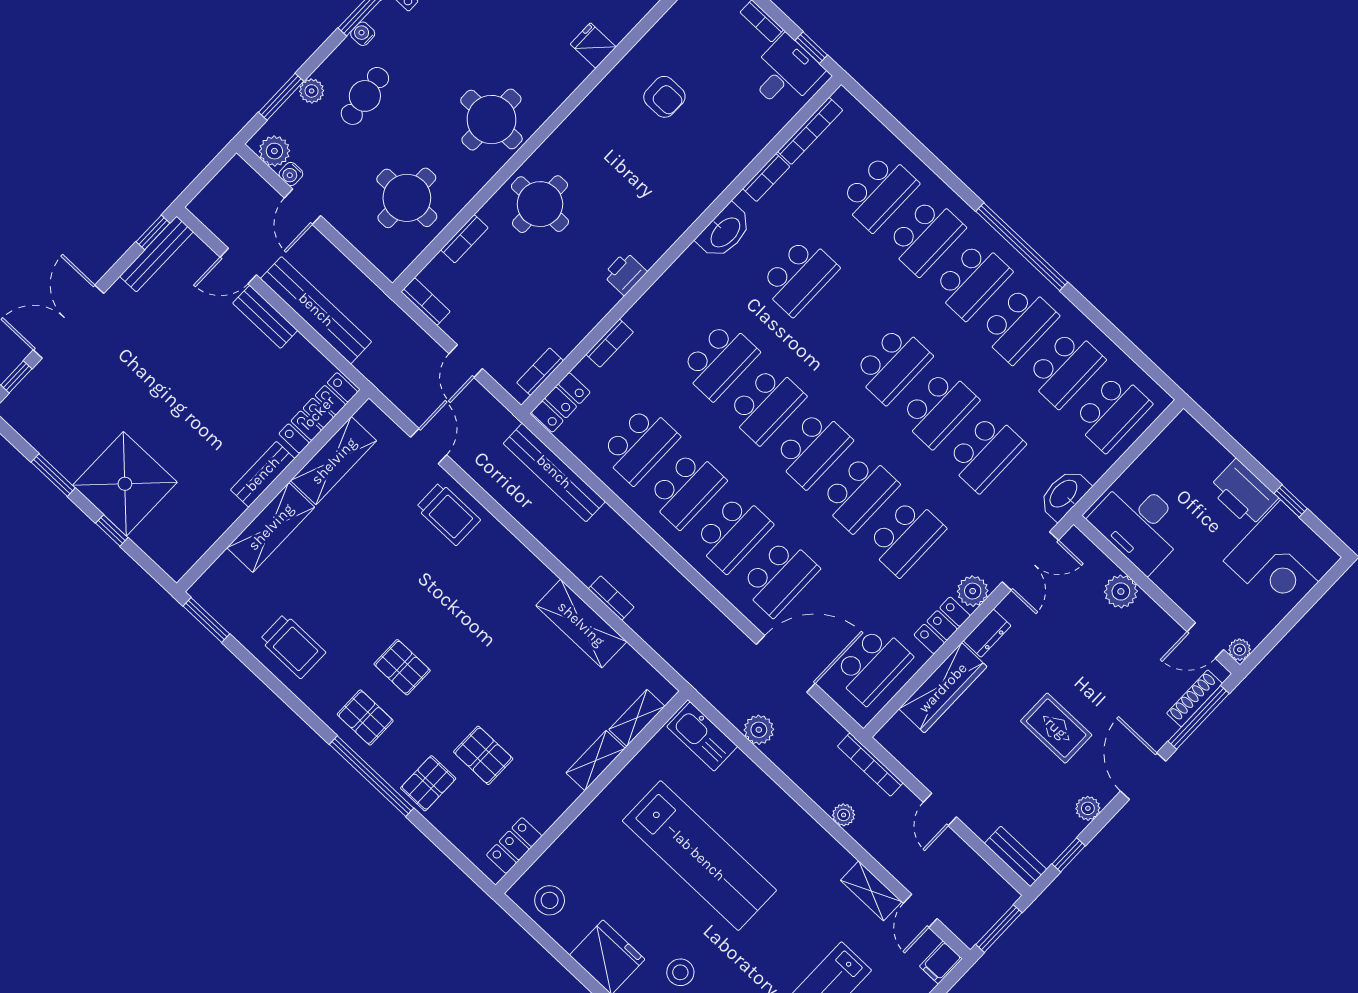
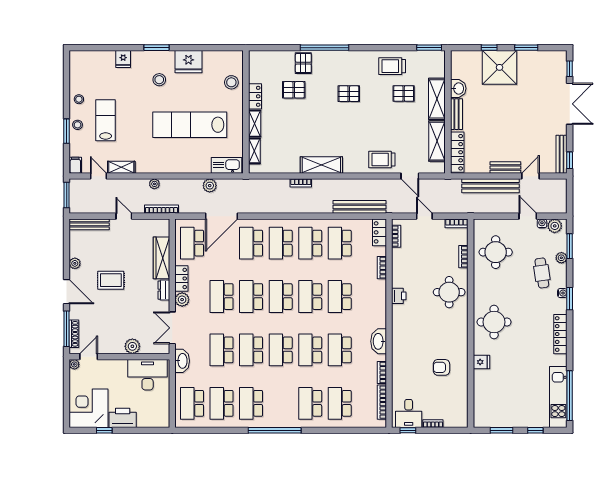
round table: (491, 120) -> (494, 322), moved
school desk: (972, 280) -> (310, 350), moved
washbasin: (222, 512) -> (458, 88), added
shelving: (581, 624) -> (321, 165), moved
pallet: (365, 718) -> (404, 94), moved
locker: (514, 845) -> (255, 96), moved
window: (1069, 855) -> (67, 242), removed
bench: (1016, 856) -> (89, 224), width x1.36
stool: (550, 900) -> (231, 82), moved

